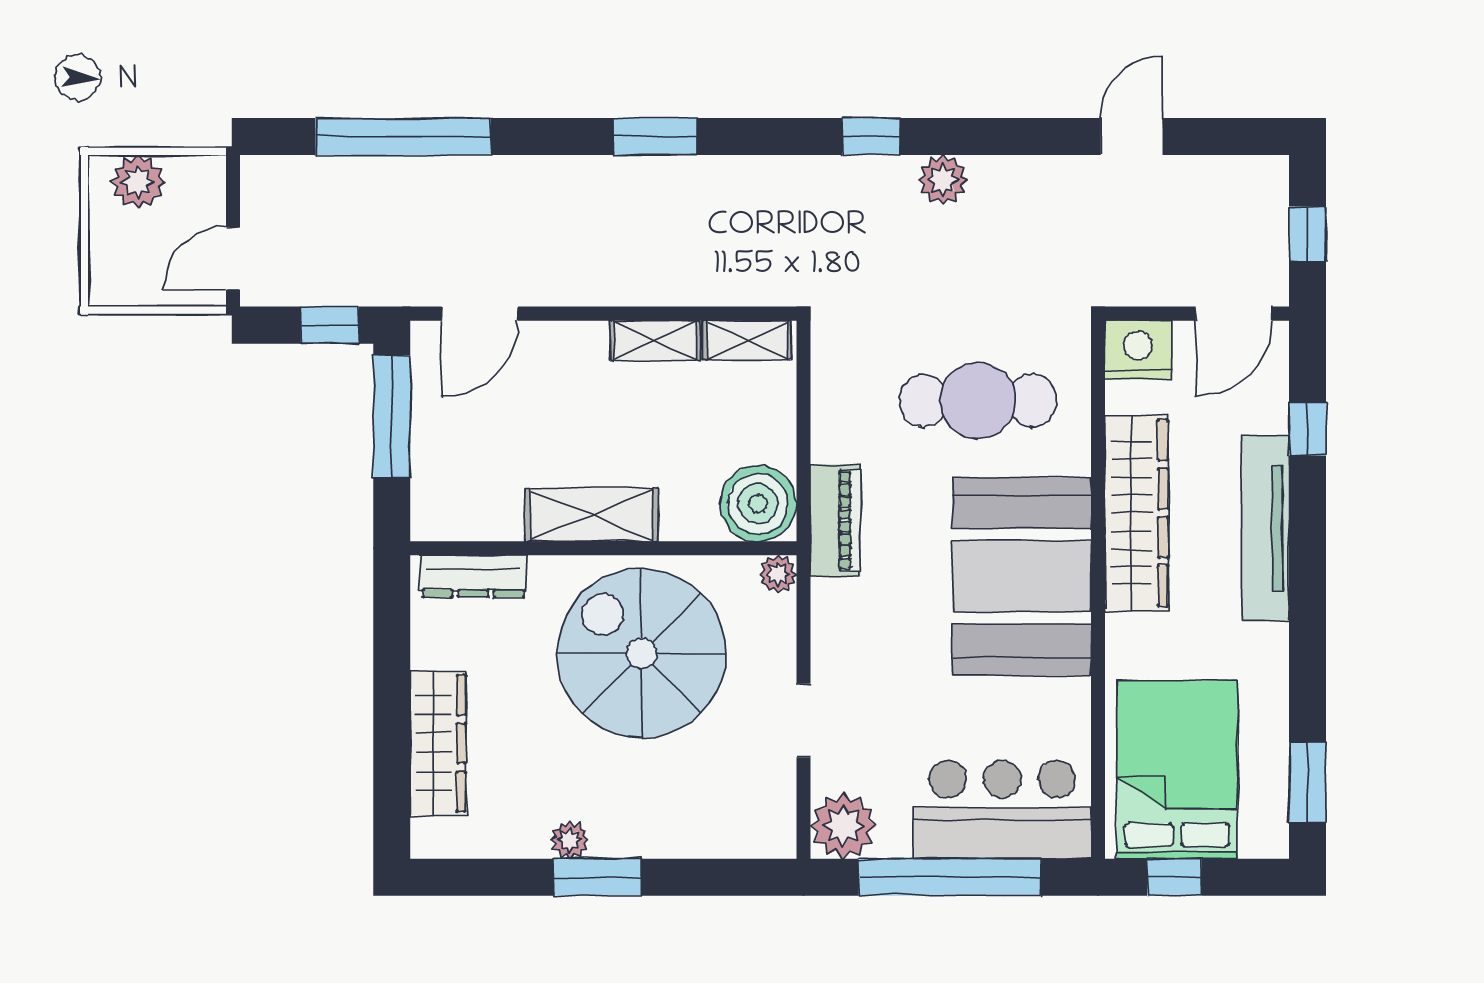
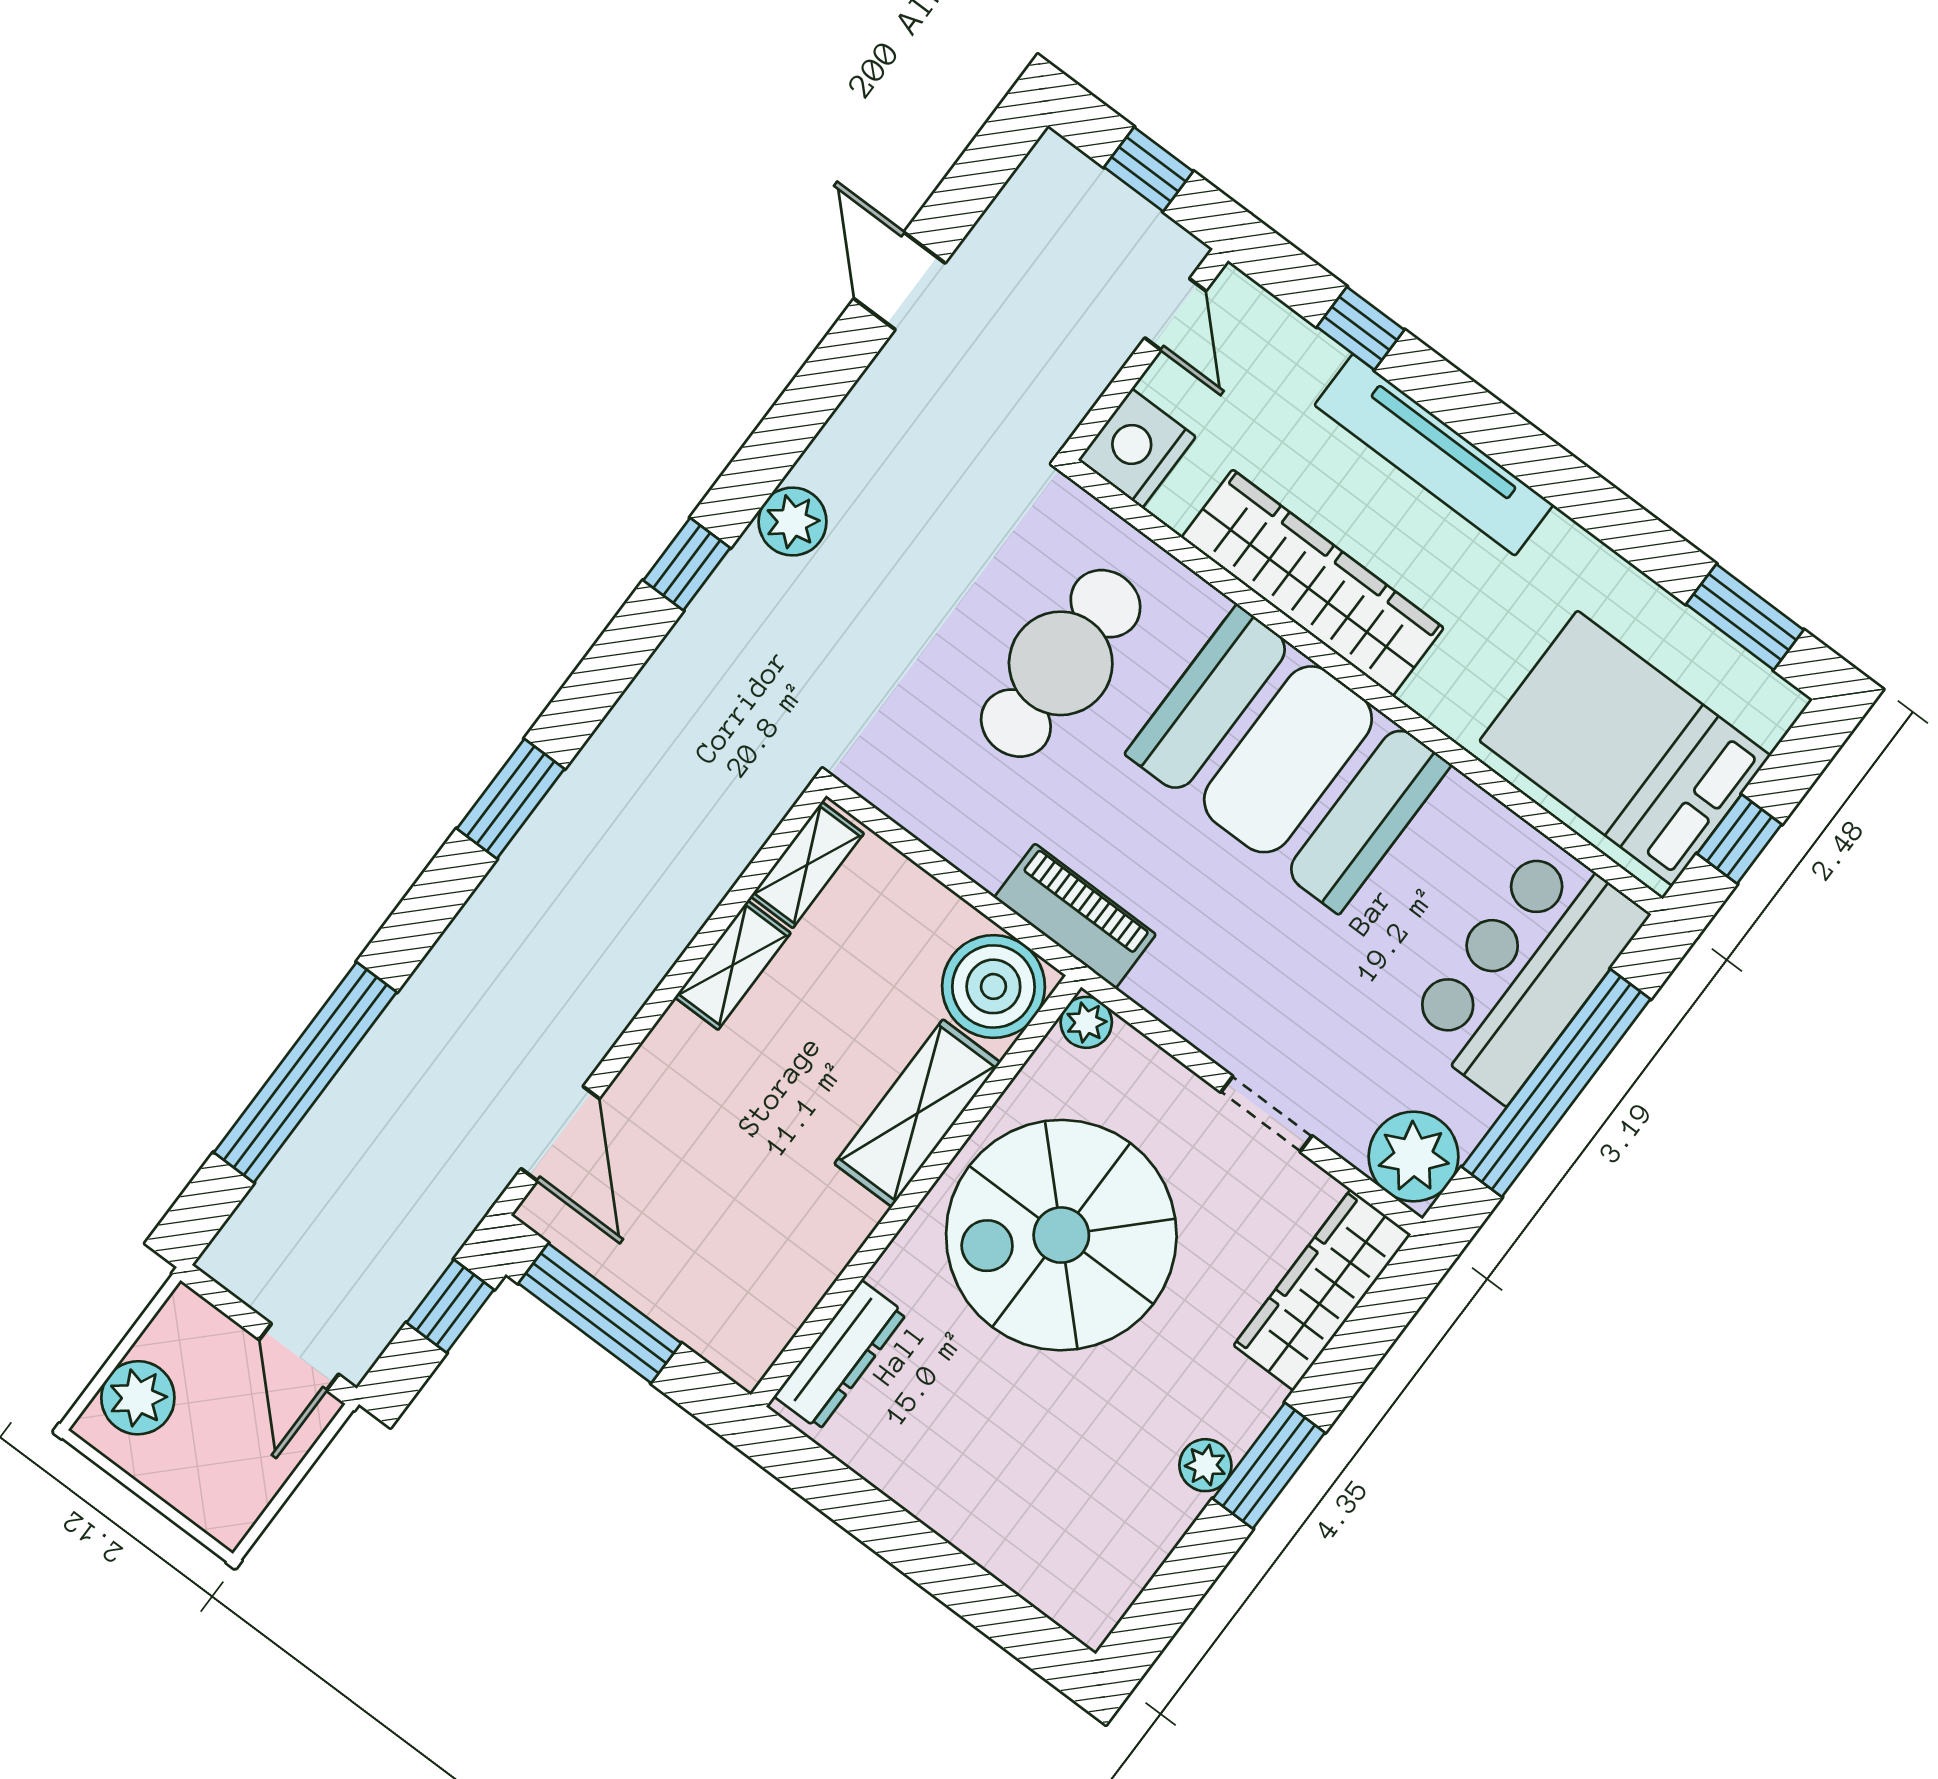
door: (1234, 314) -> (1175, 314), width x0.73
shelving: (592, 515) -> (917, 1113), moved
wardrobe: (438, 743) -> (1322, 1290), moved, turned -90

